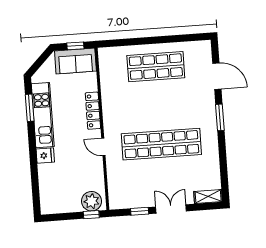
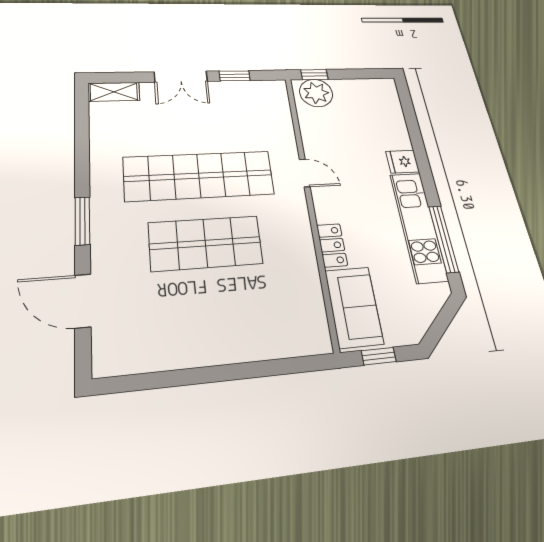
sofa: (75, 61) -> (354, 307), moved, turned 90
shop shelf: (156, 67) -> (205, 243), moved
window: (30, 108) -> (444, 239), width x1.44
locker: (93, 111) -> (332, 245), width x0.66

